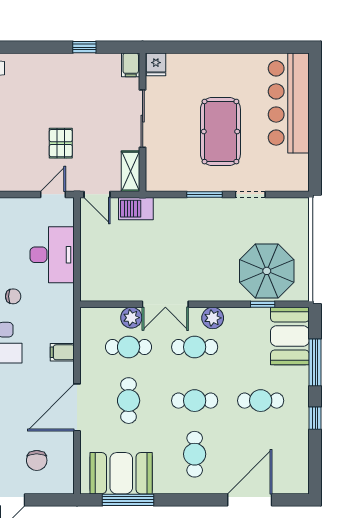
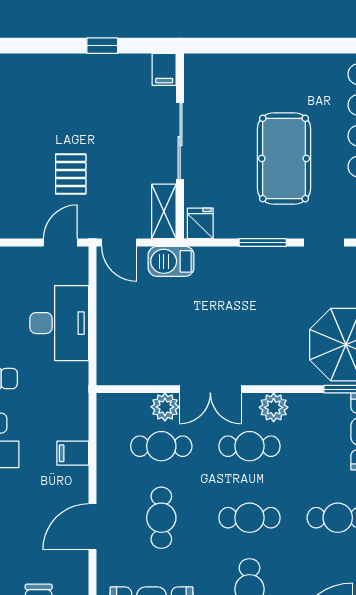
fridge: (156, 64) -> (200, 223), moved, turned 180
door: (77, 407) -> (93, 527), width x0.73

